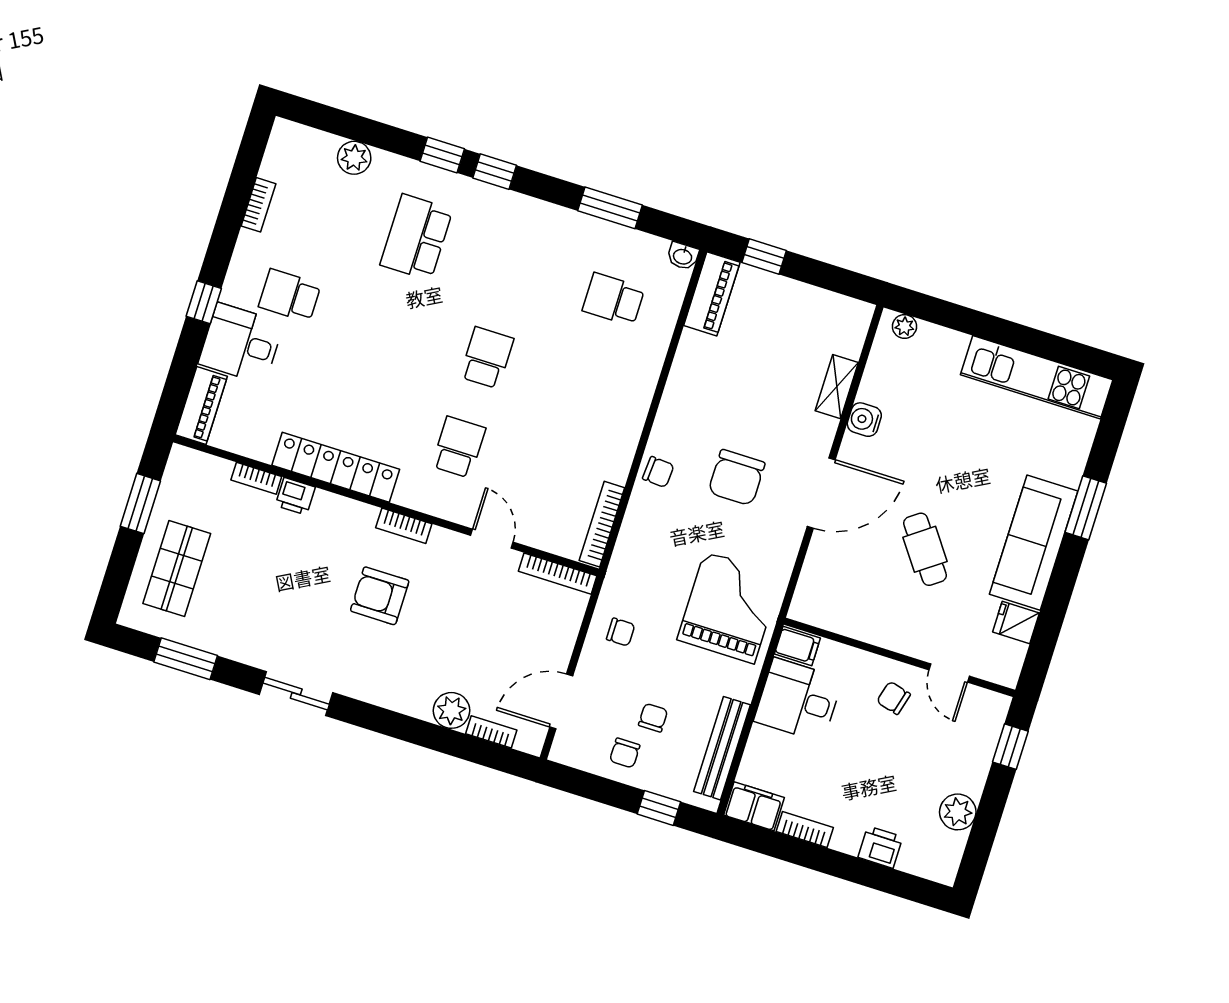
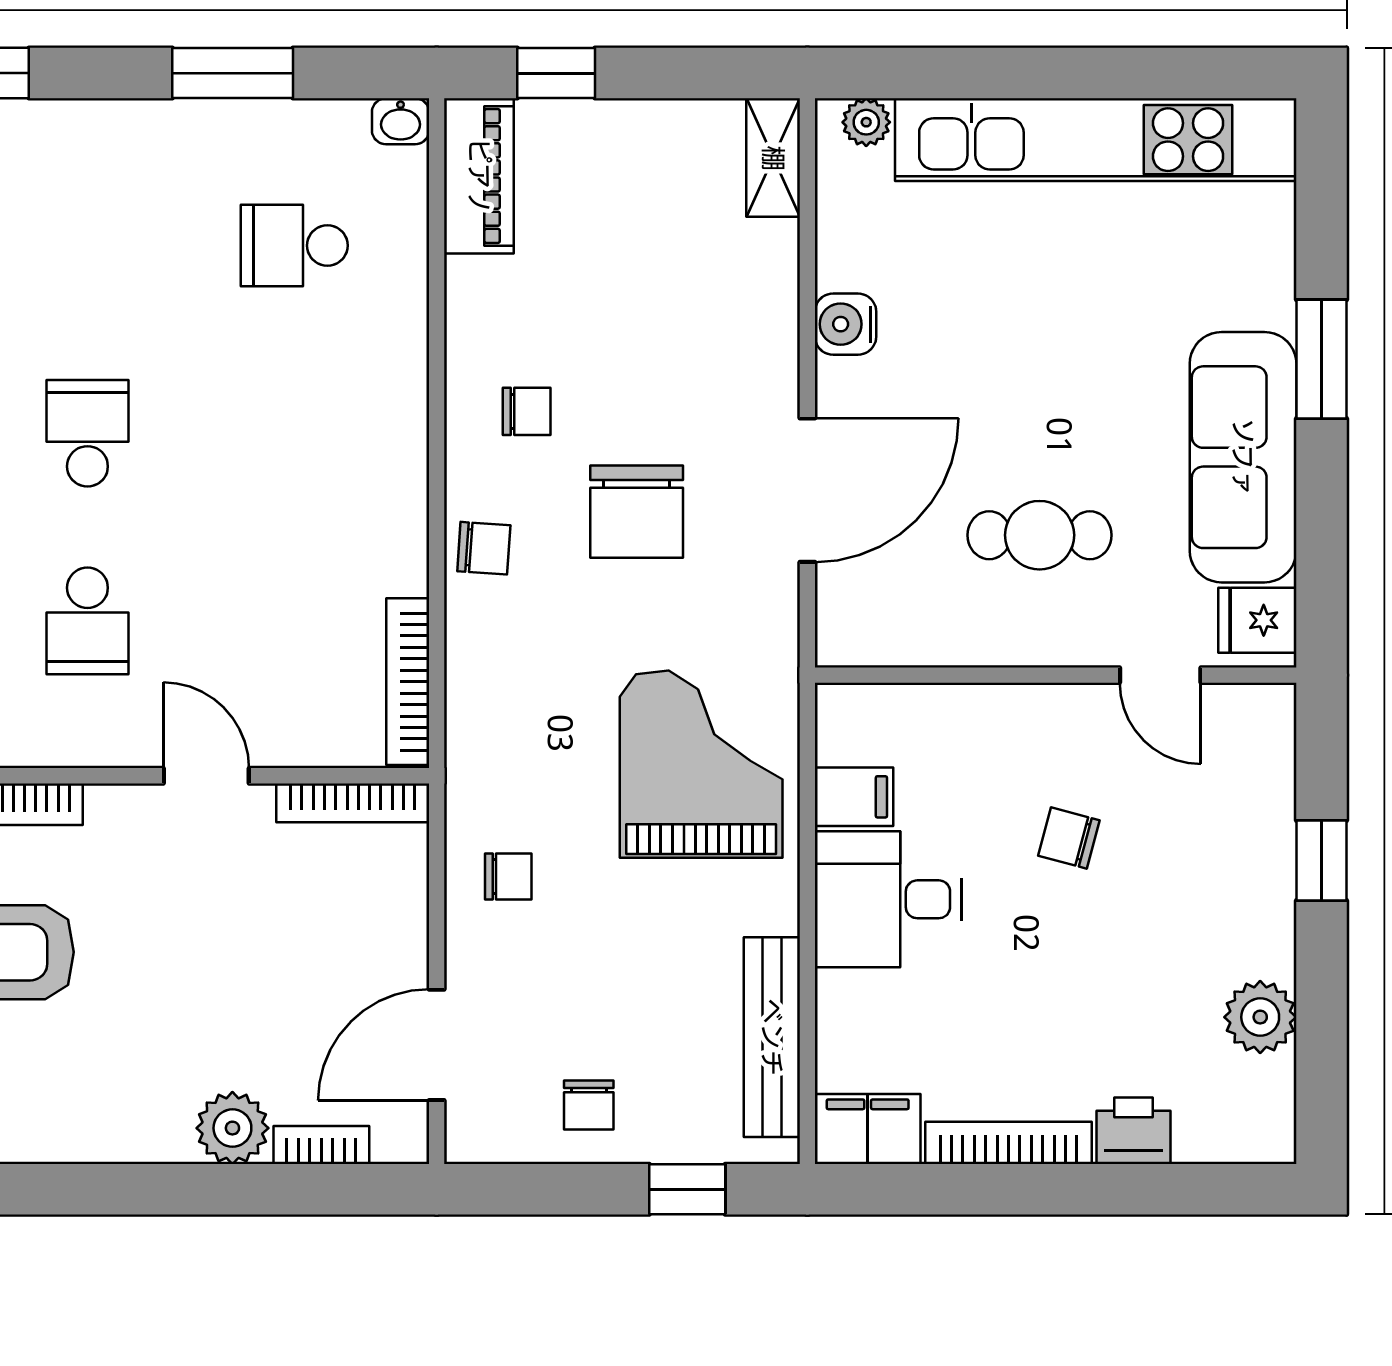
kitchen unit: (1037, 377) -> (1096, 140), width x1.36
shelving: (837, 387) -> (773, 158), moved
school desk: (459, 447) -> (87, 621), turned 180
cafe table: (925, 549) -> (1040, 535), turned -54
wall: (899, 657) -> (1056, 675), moved
door: (949, 673) -> (1160, 675), moved
chair: (653, 718) -> (527, 411), moved, turned 90
bookcase: (805, 830) -> (1009, 1143), width x1.56

